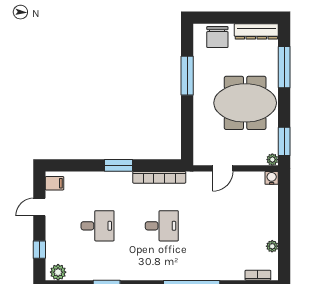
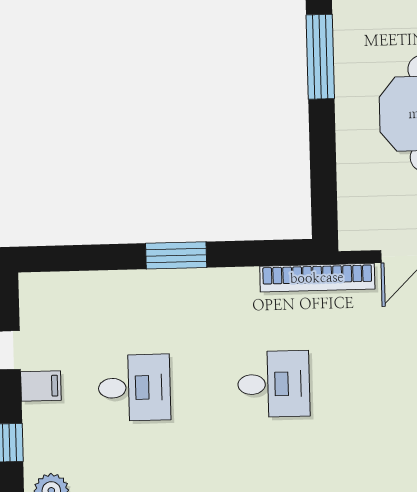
bookcase: (159, 177) -> (317, 278), moved
filing cabinet: (55, 183) -> (41, 386), moved

